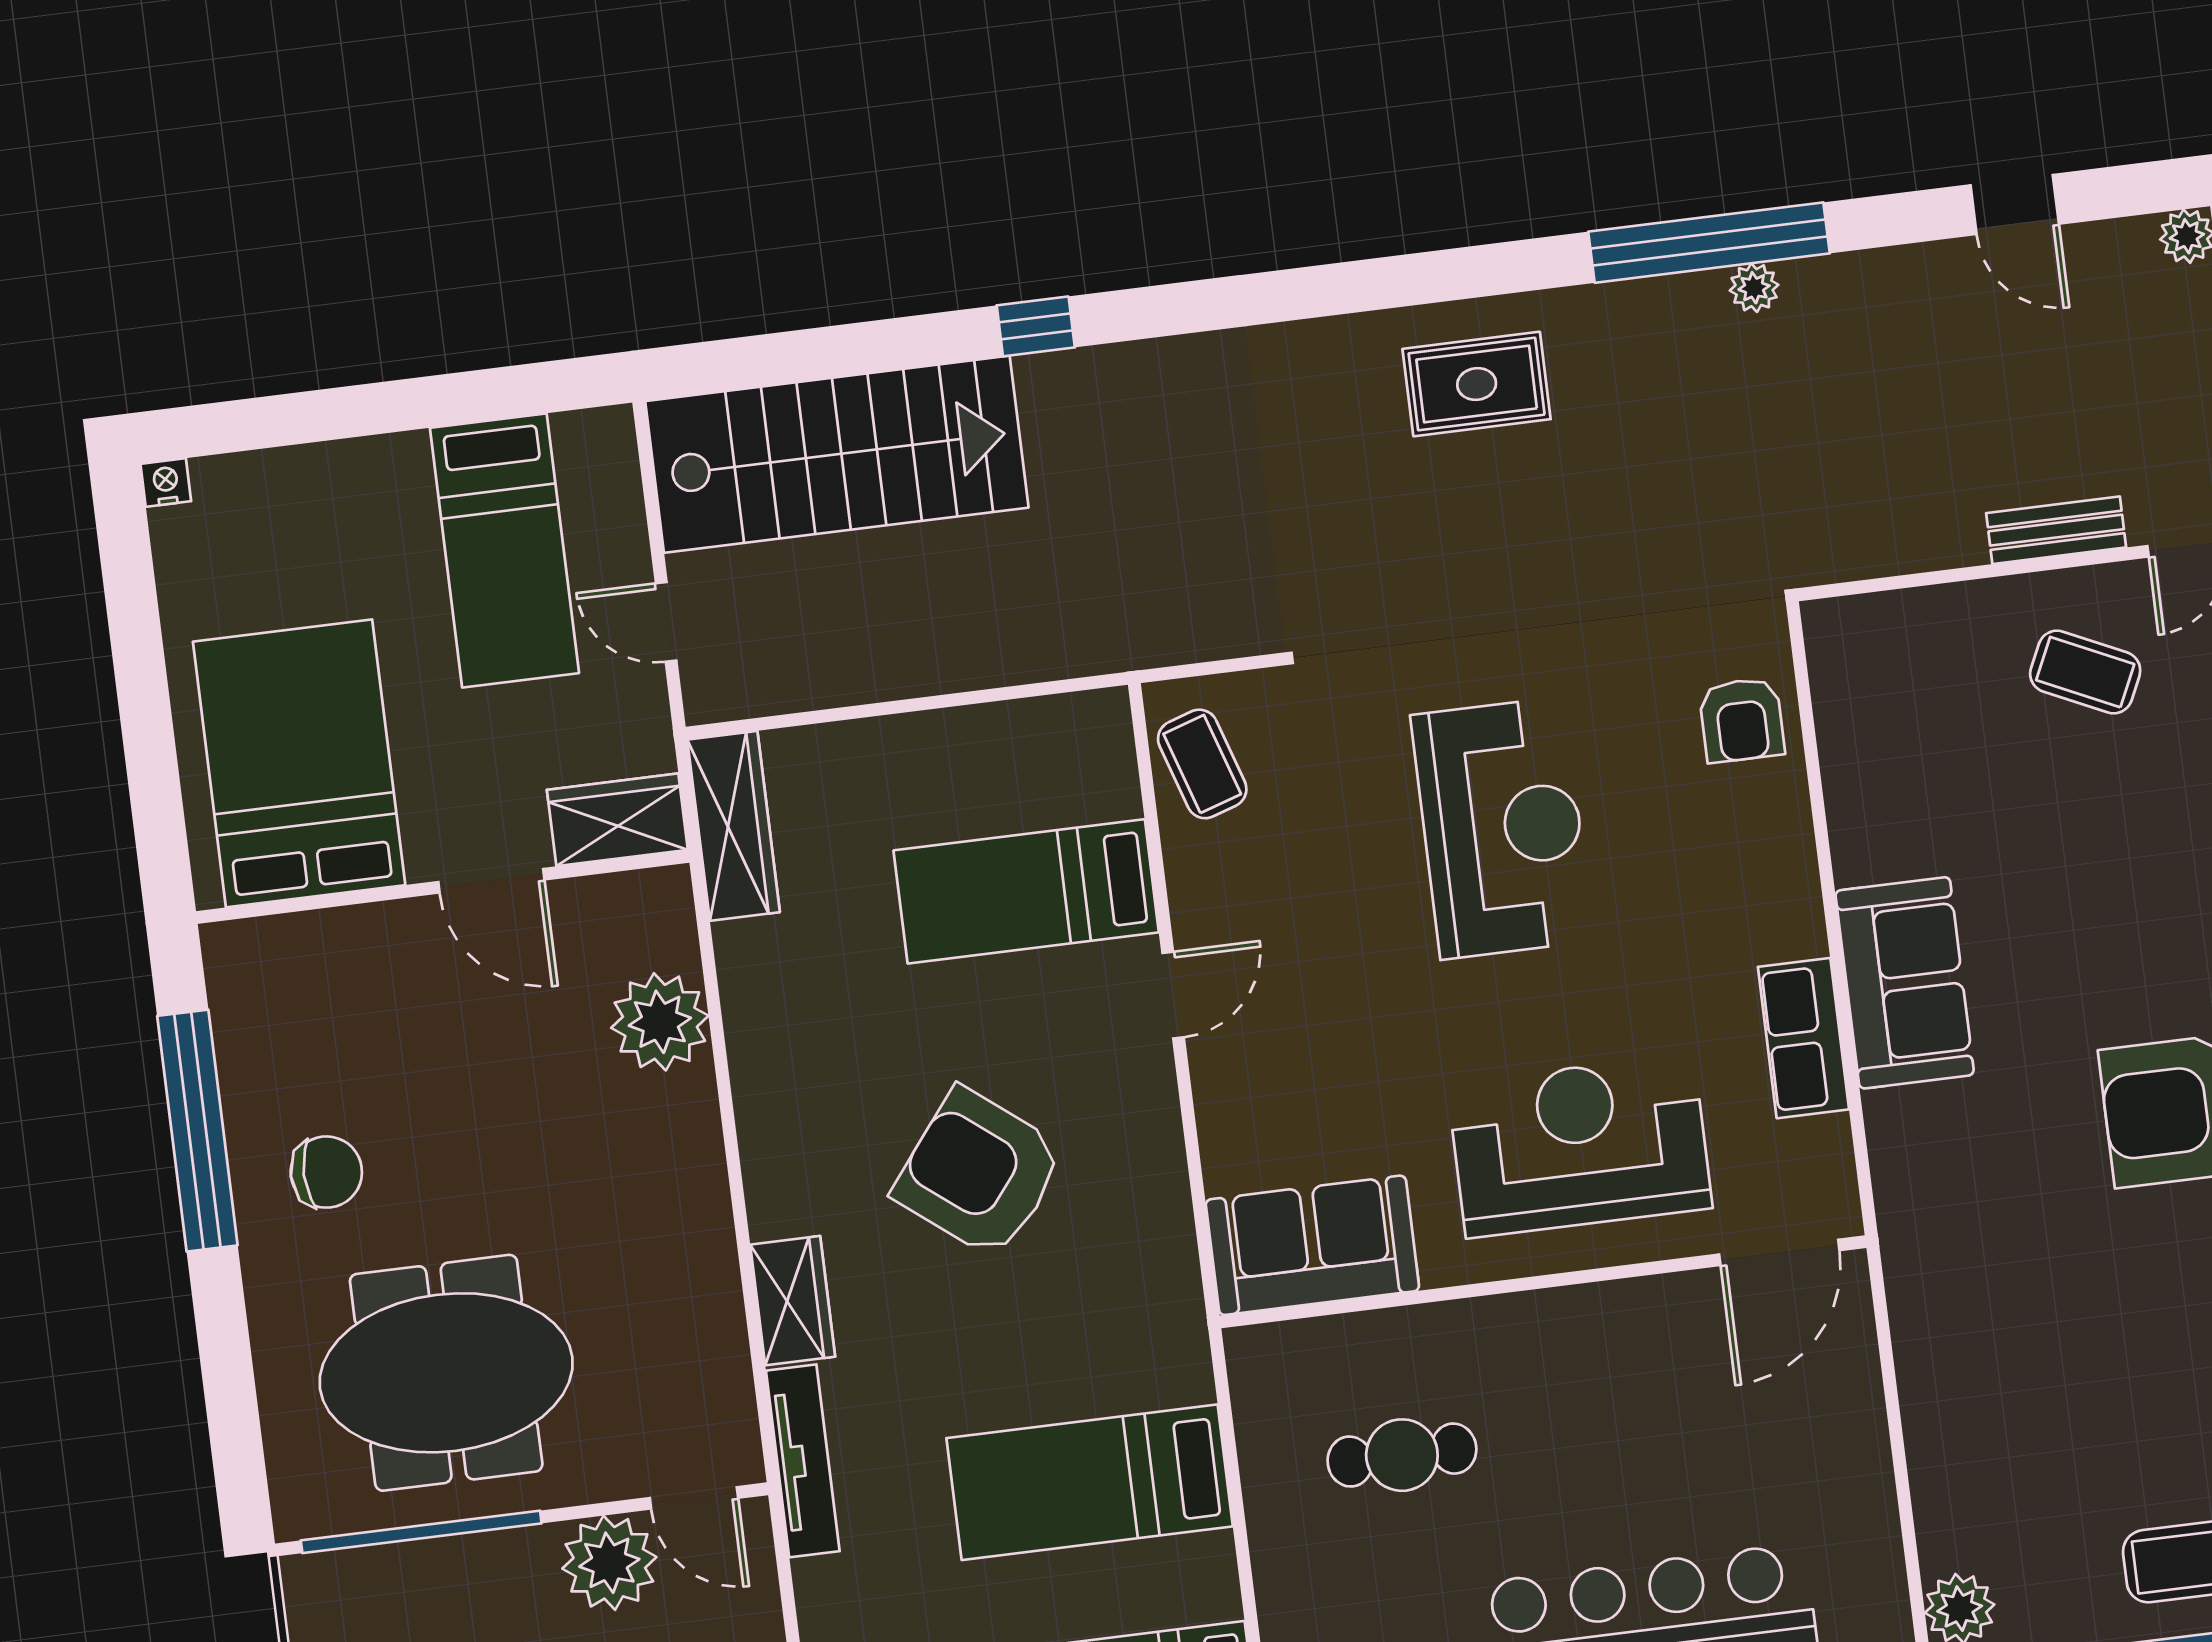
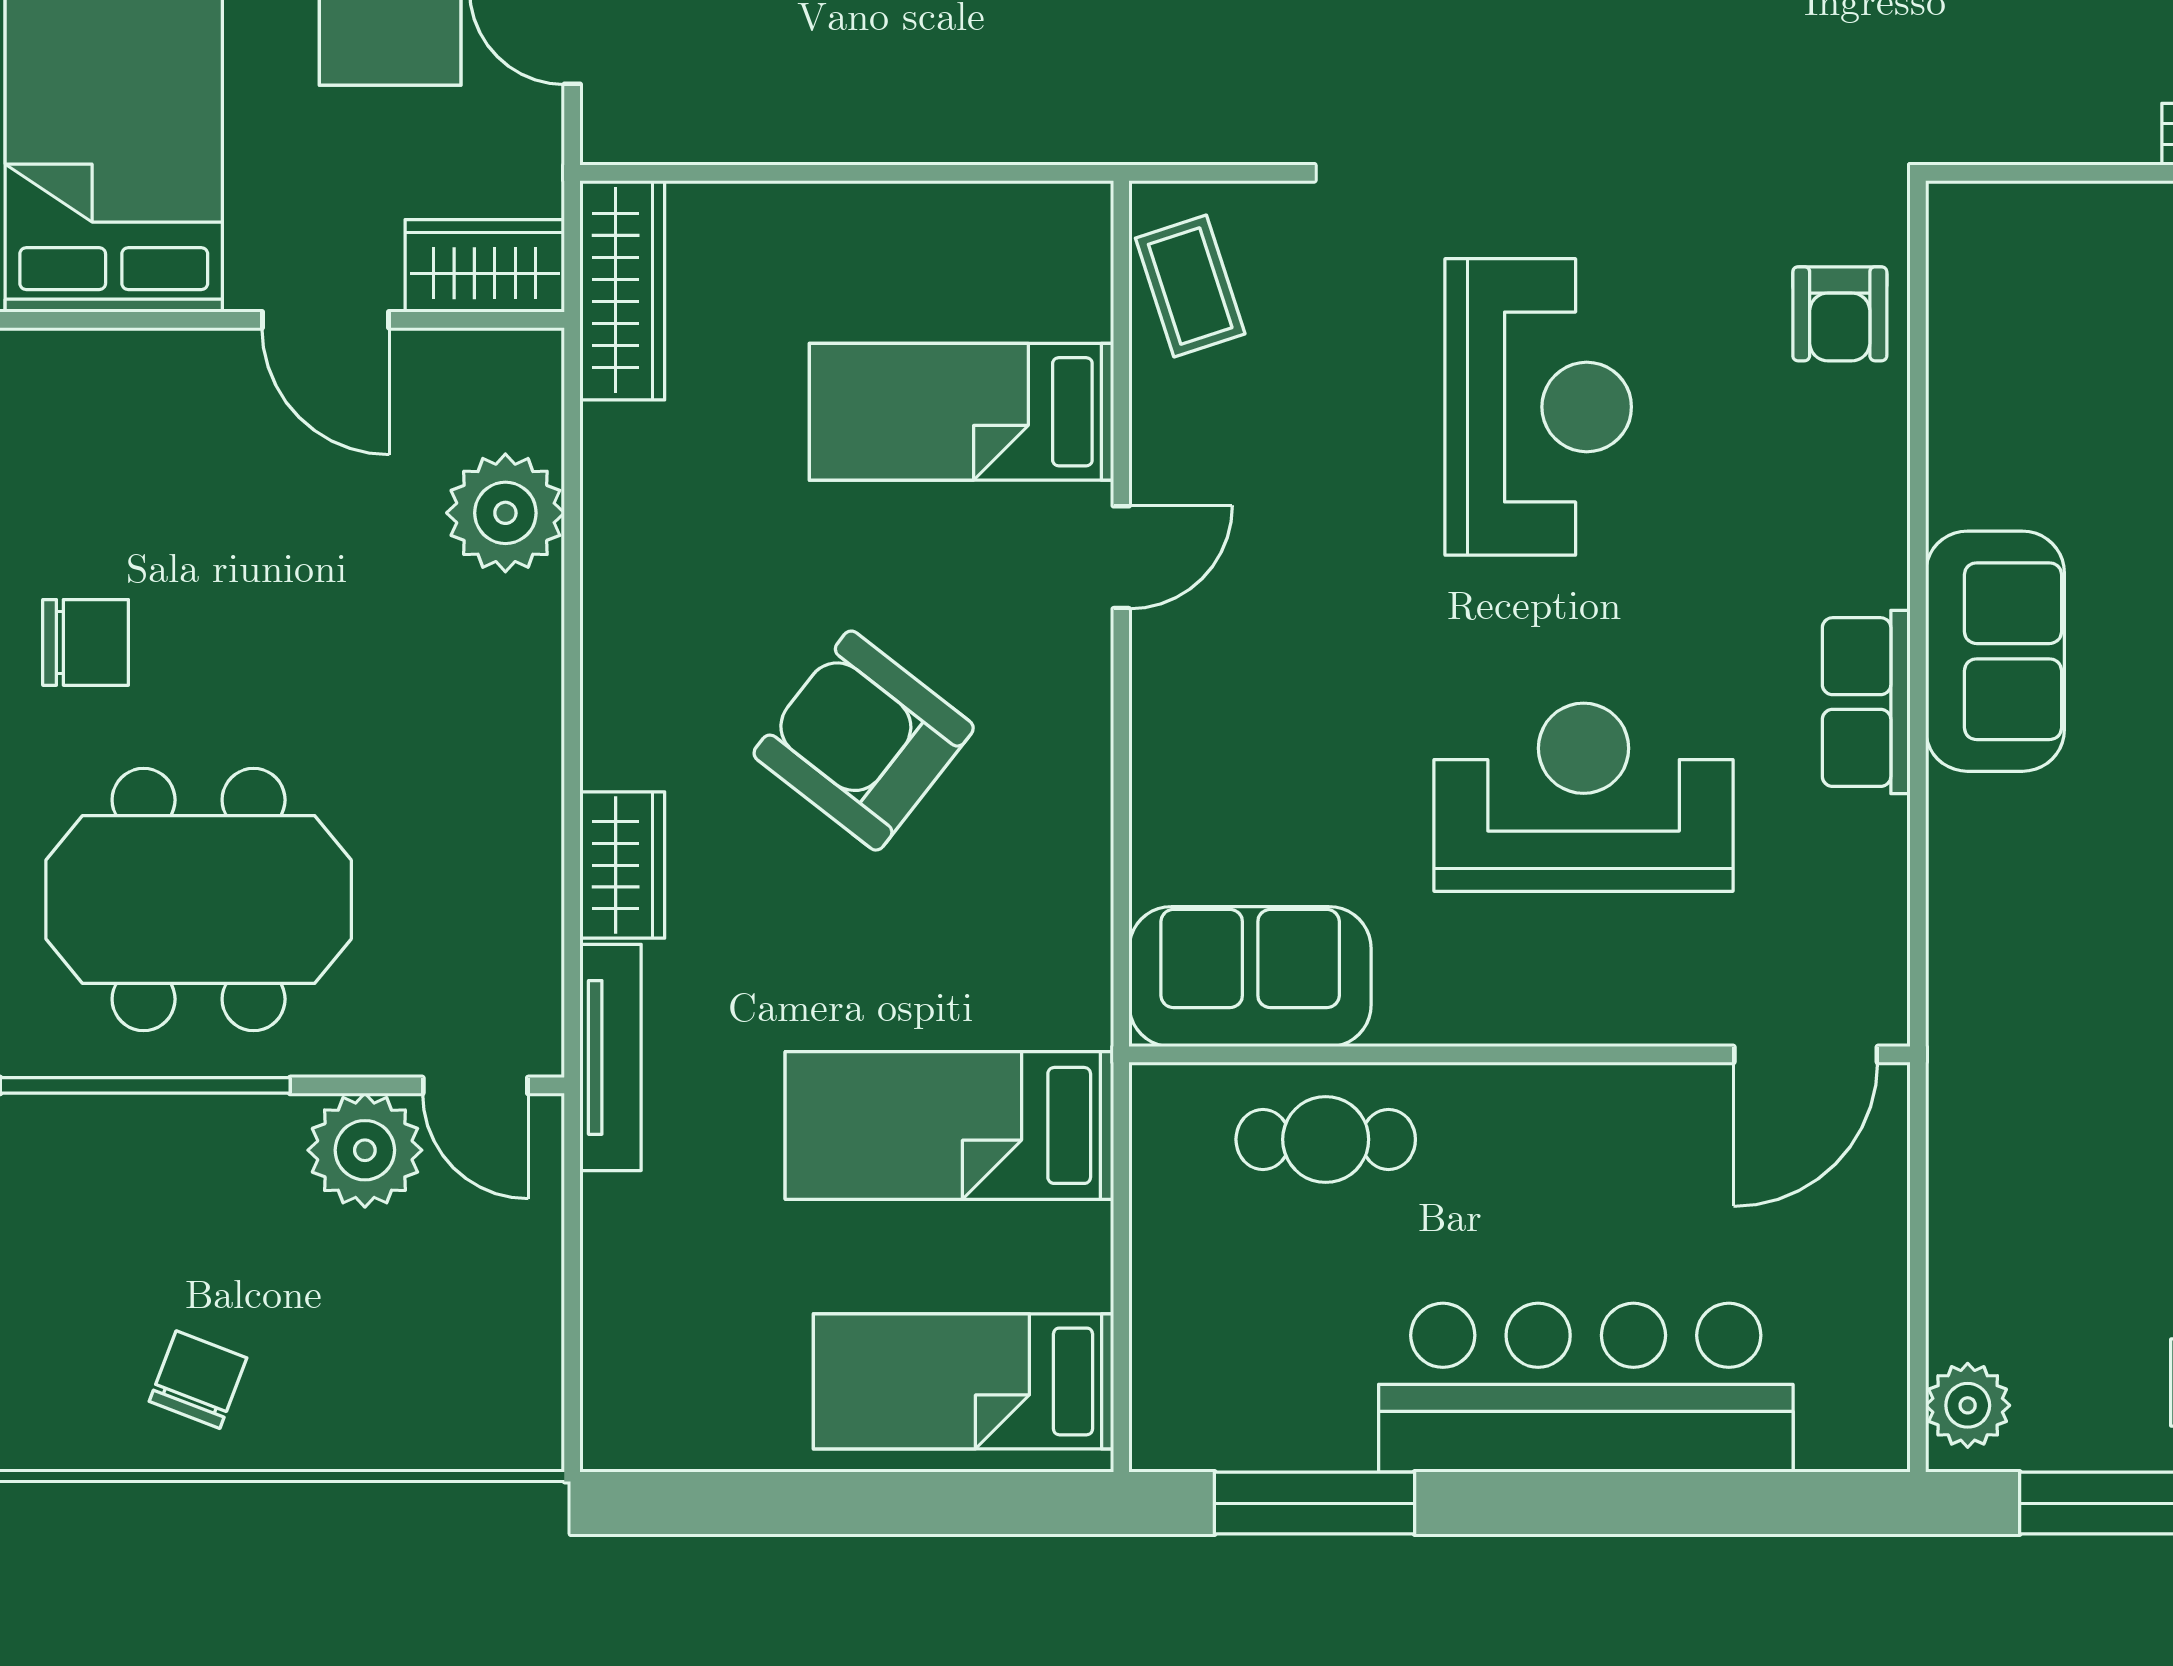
sofa: (1312, 1245) -> (1250, 977), moved
door: (1779, 1252) -> (1806, 1054), moved
wall: (1543, 1282) -> (1520, 1054), moved

